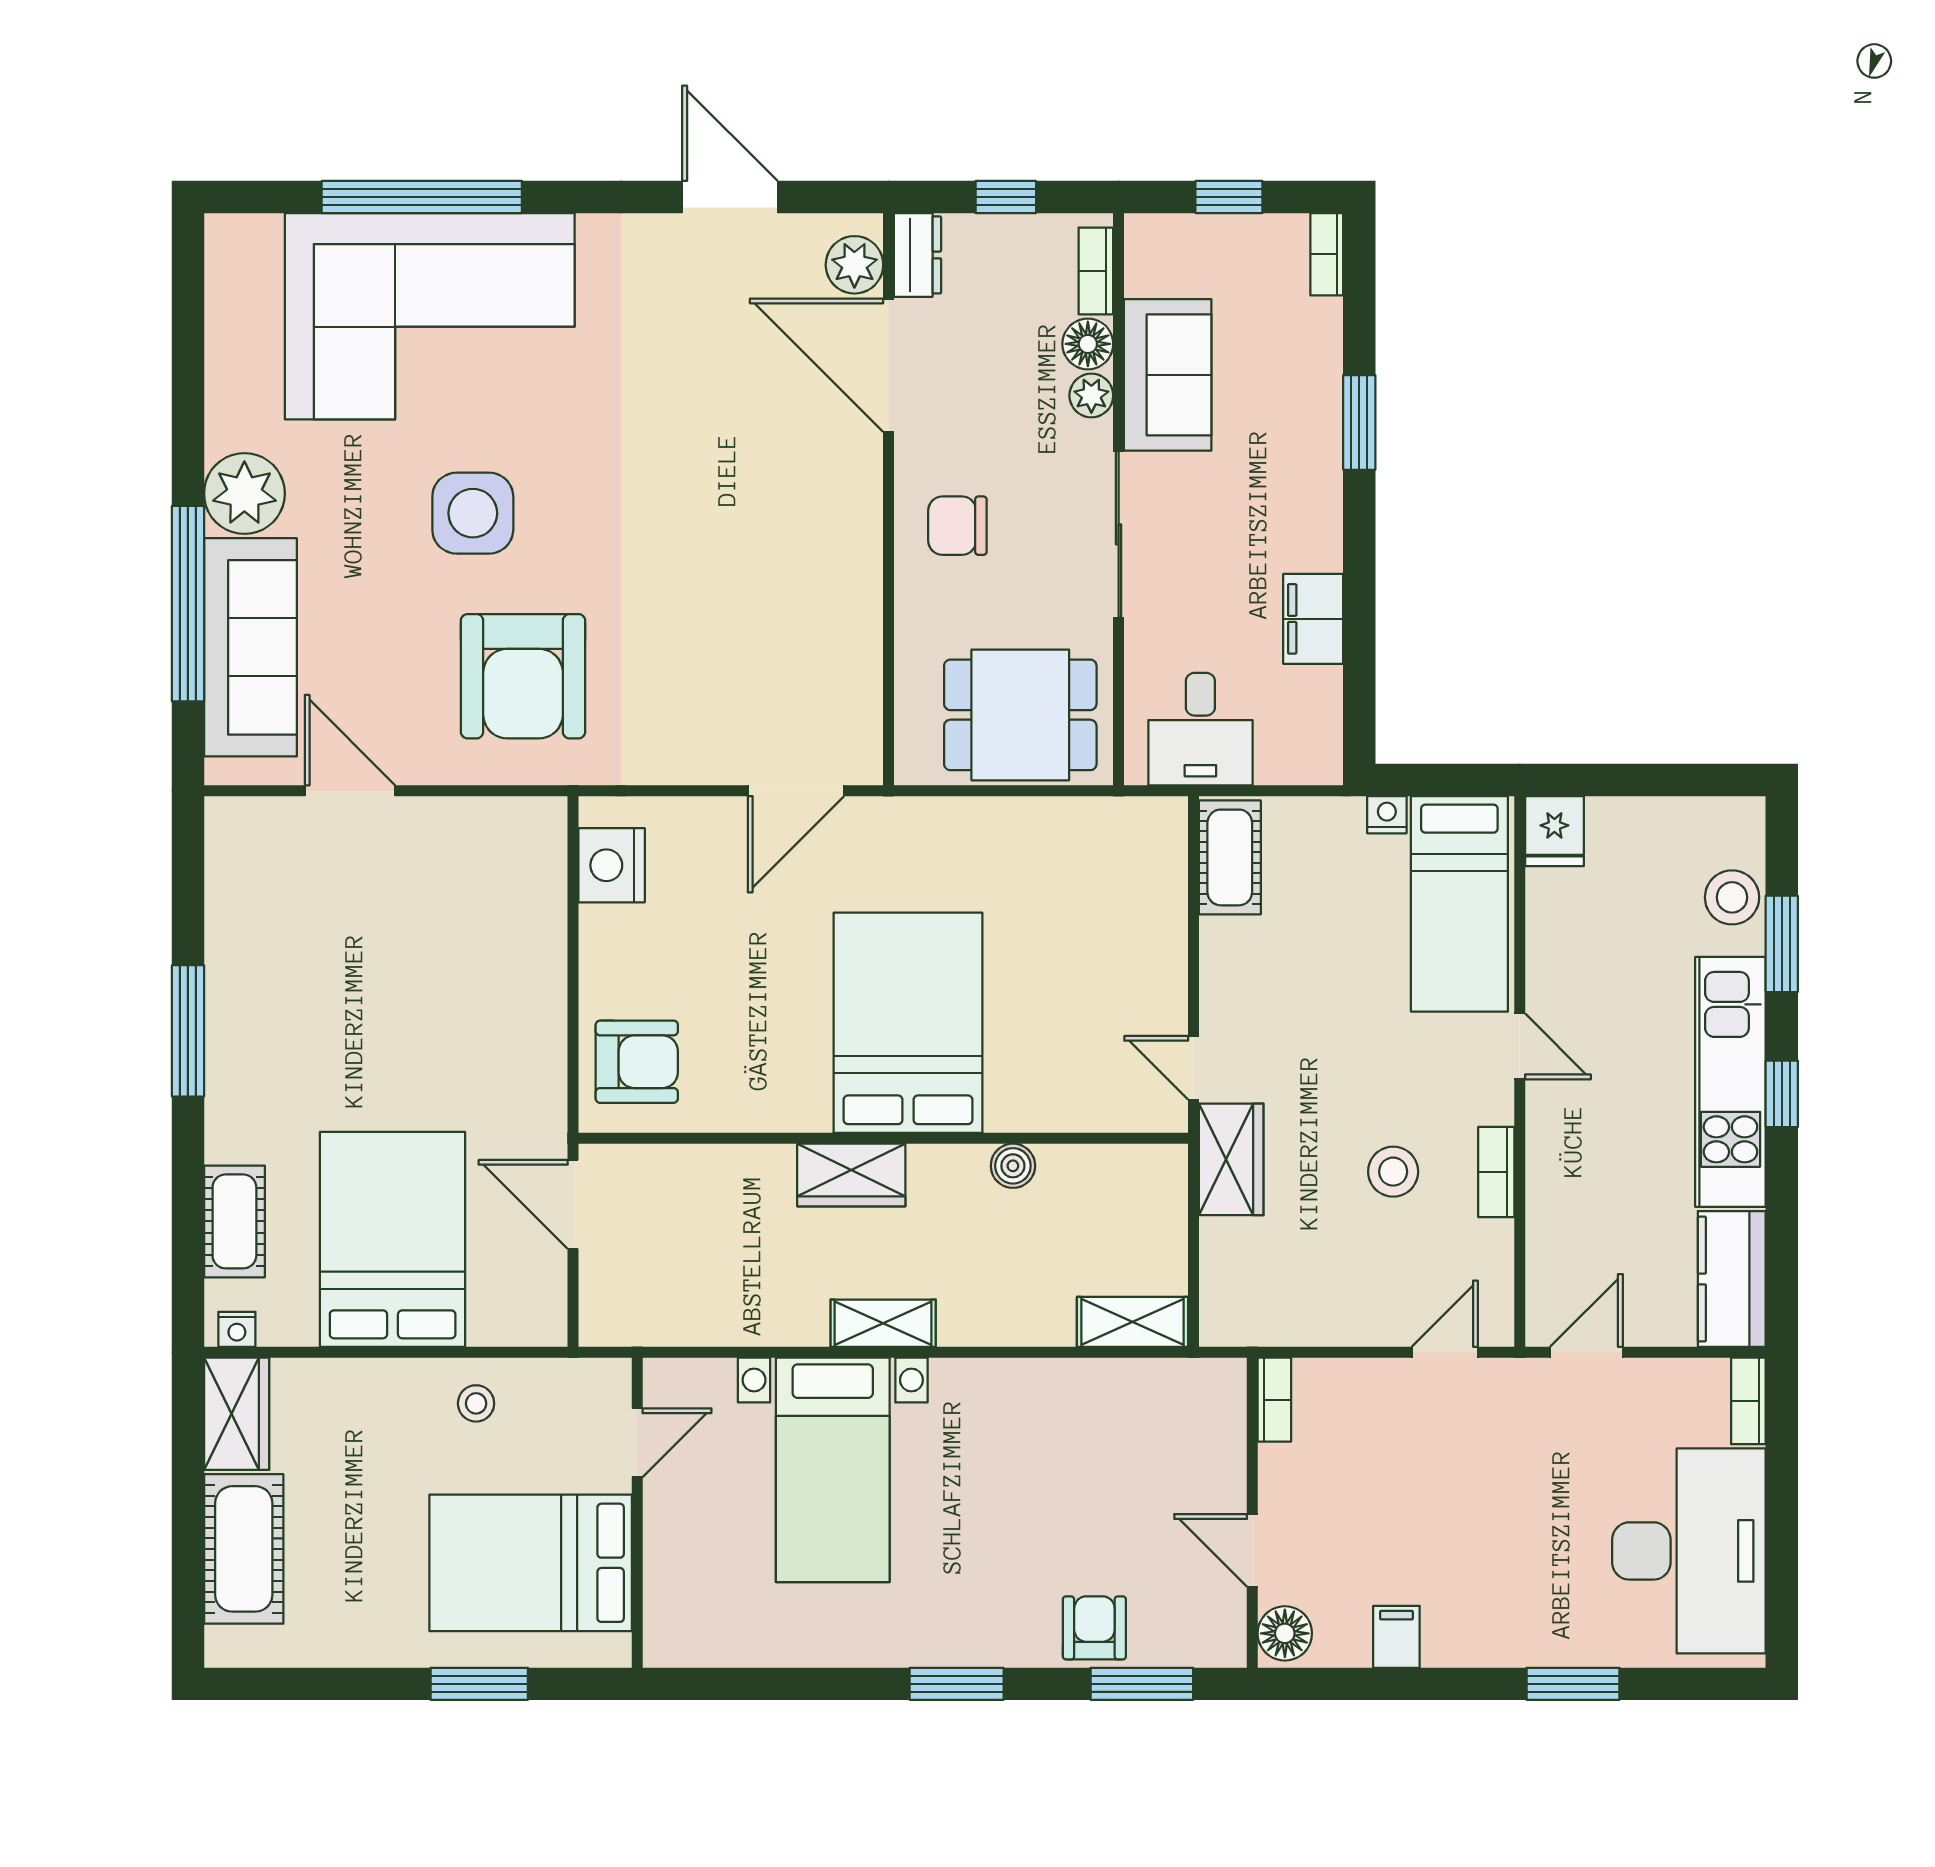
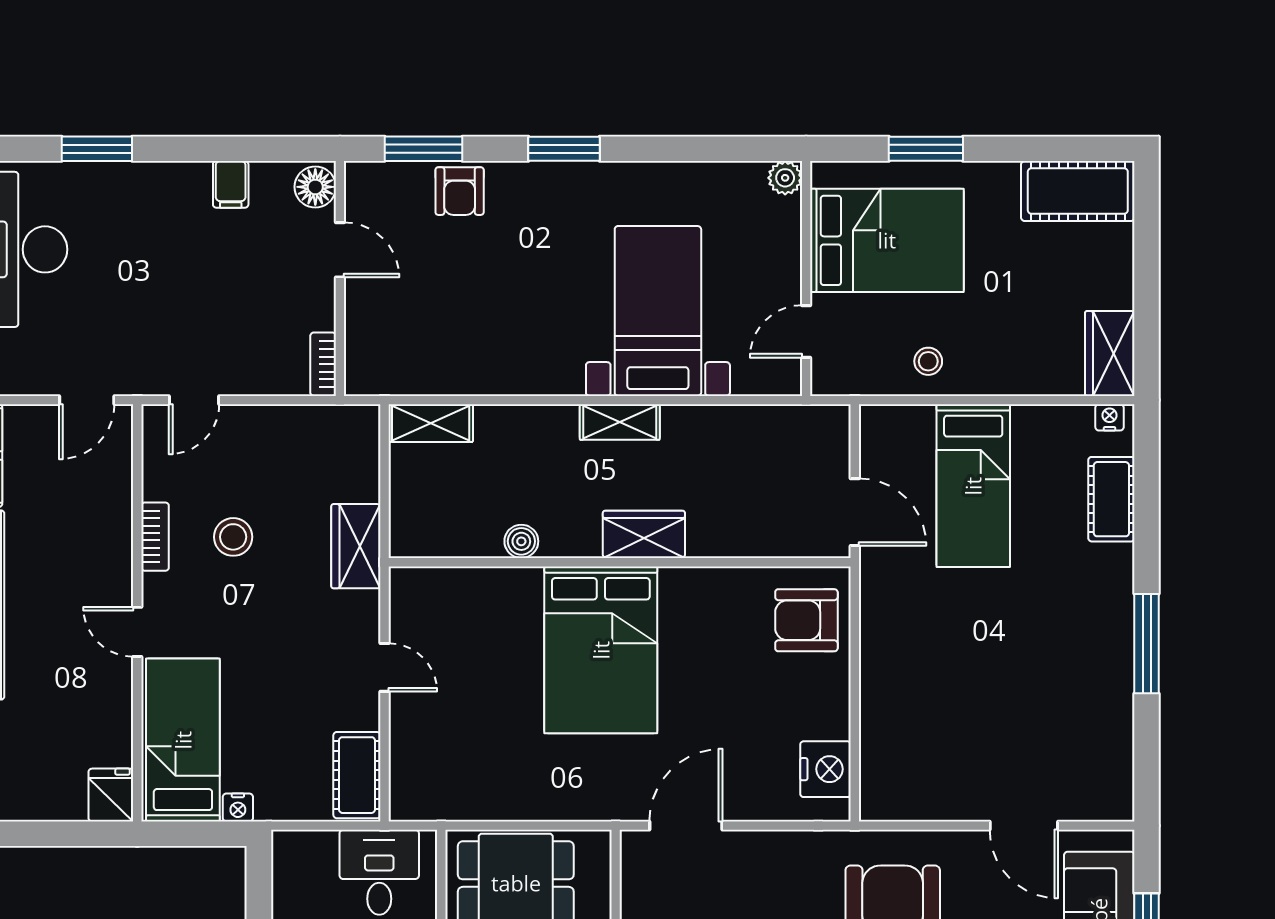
door: (1193, 1068) -> (385, 667), moved
bed: (393, 1239) -> (973, 486), width x0.67
cot: (244, 1549) -> (1078, 191), moved, turned 90
plant: (665, 1645) -> (785, 178), added

